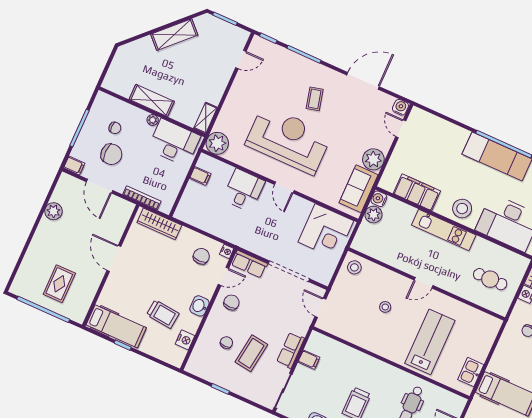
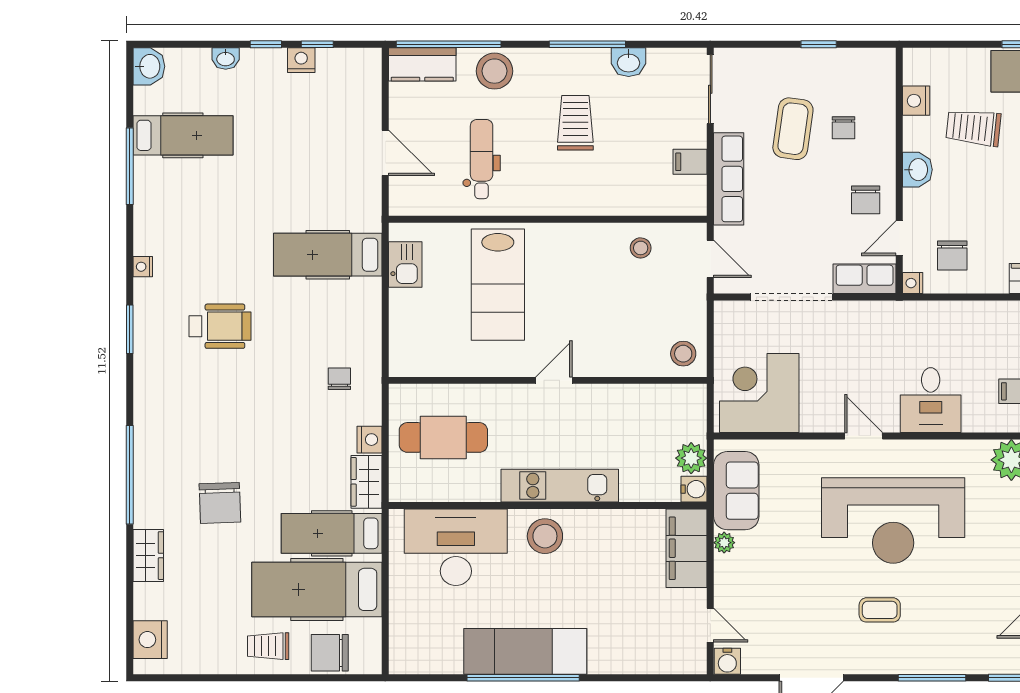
coffee table: (315, 99) -> (880, 610), turned -76
plant: (373, 159) -> (724, 543), width x0.53, depth x0.53
filing cabinet: (417, 192) -> (687, 548), moved, turned 90
cafe table: (490, 279) -> (443, 437), width x1.37, depth x1.35
stool: (385, 307) -> (641, 248), moved
row of seats: (291, 350) -> (729, 179), width x1.48

